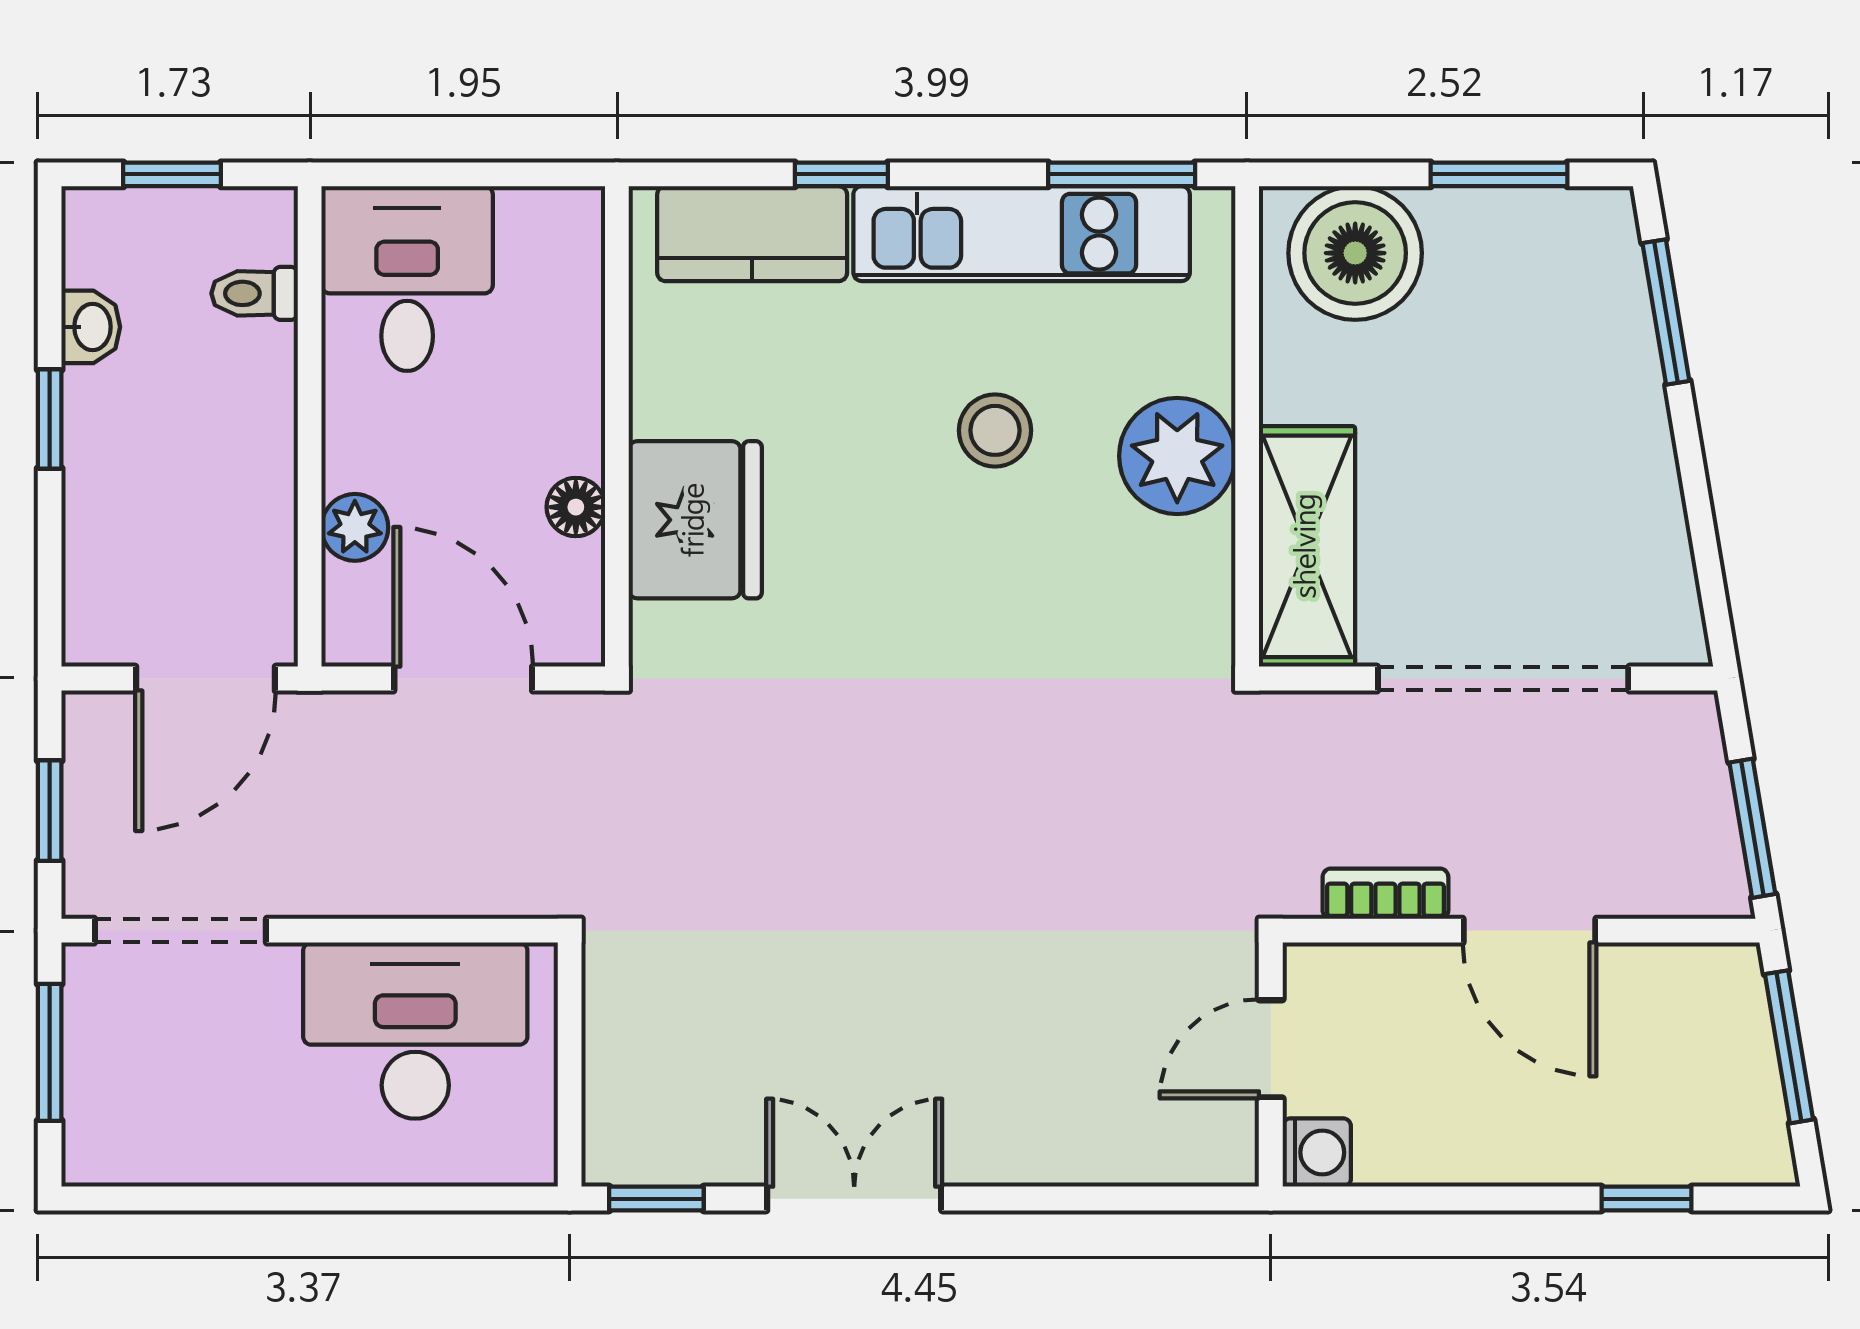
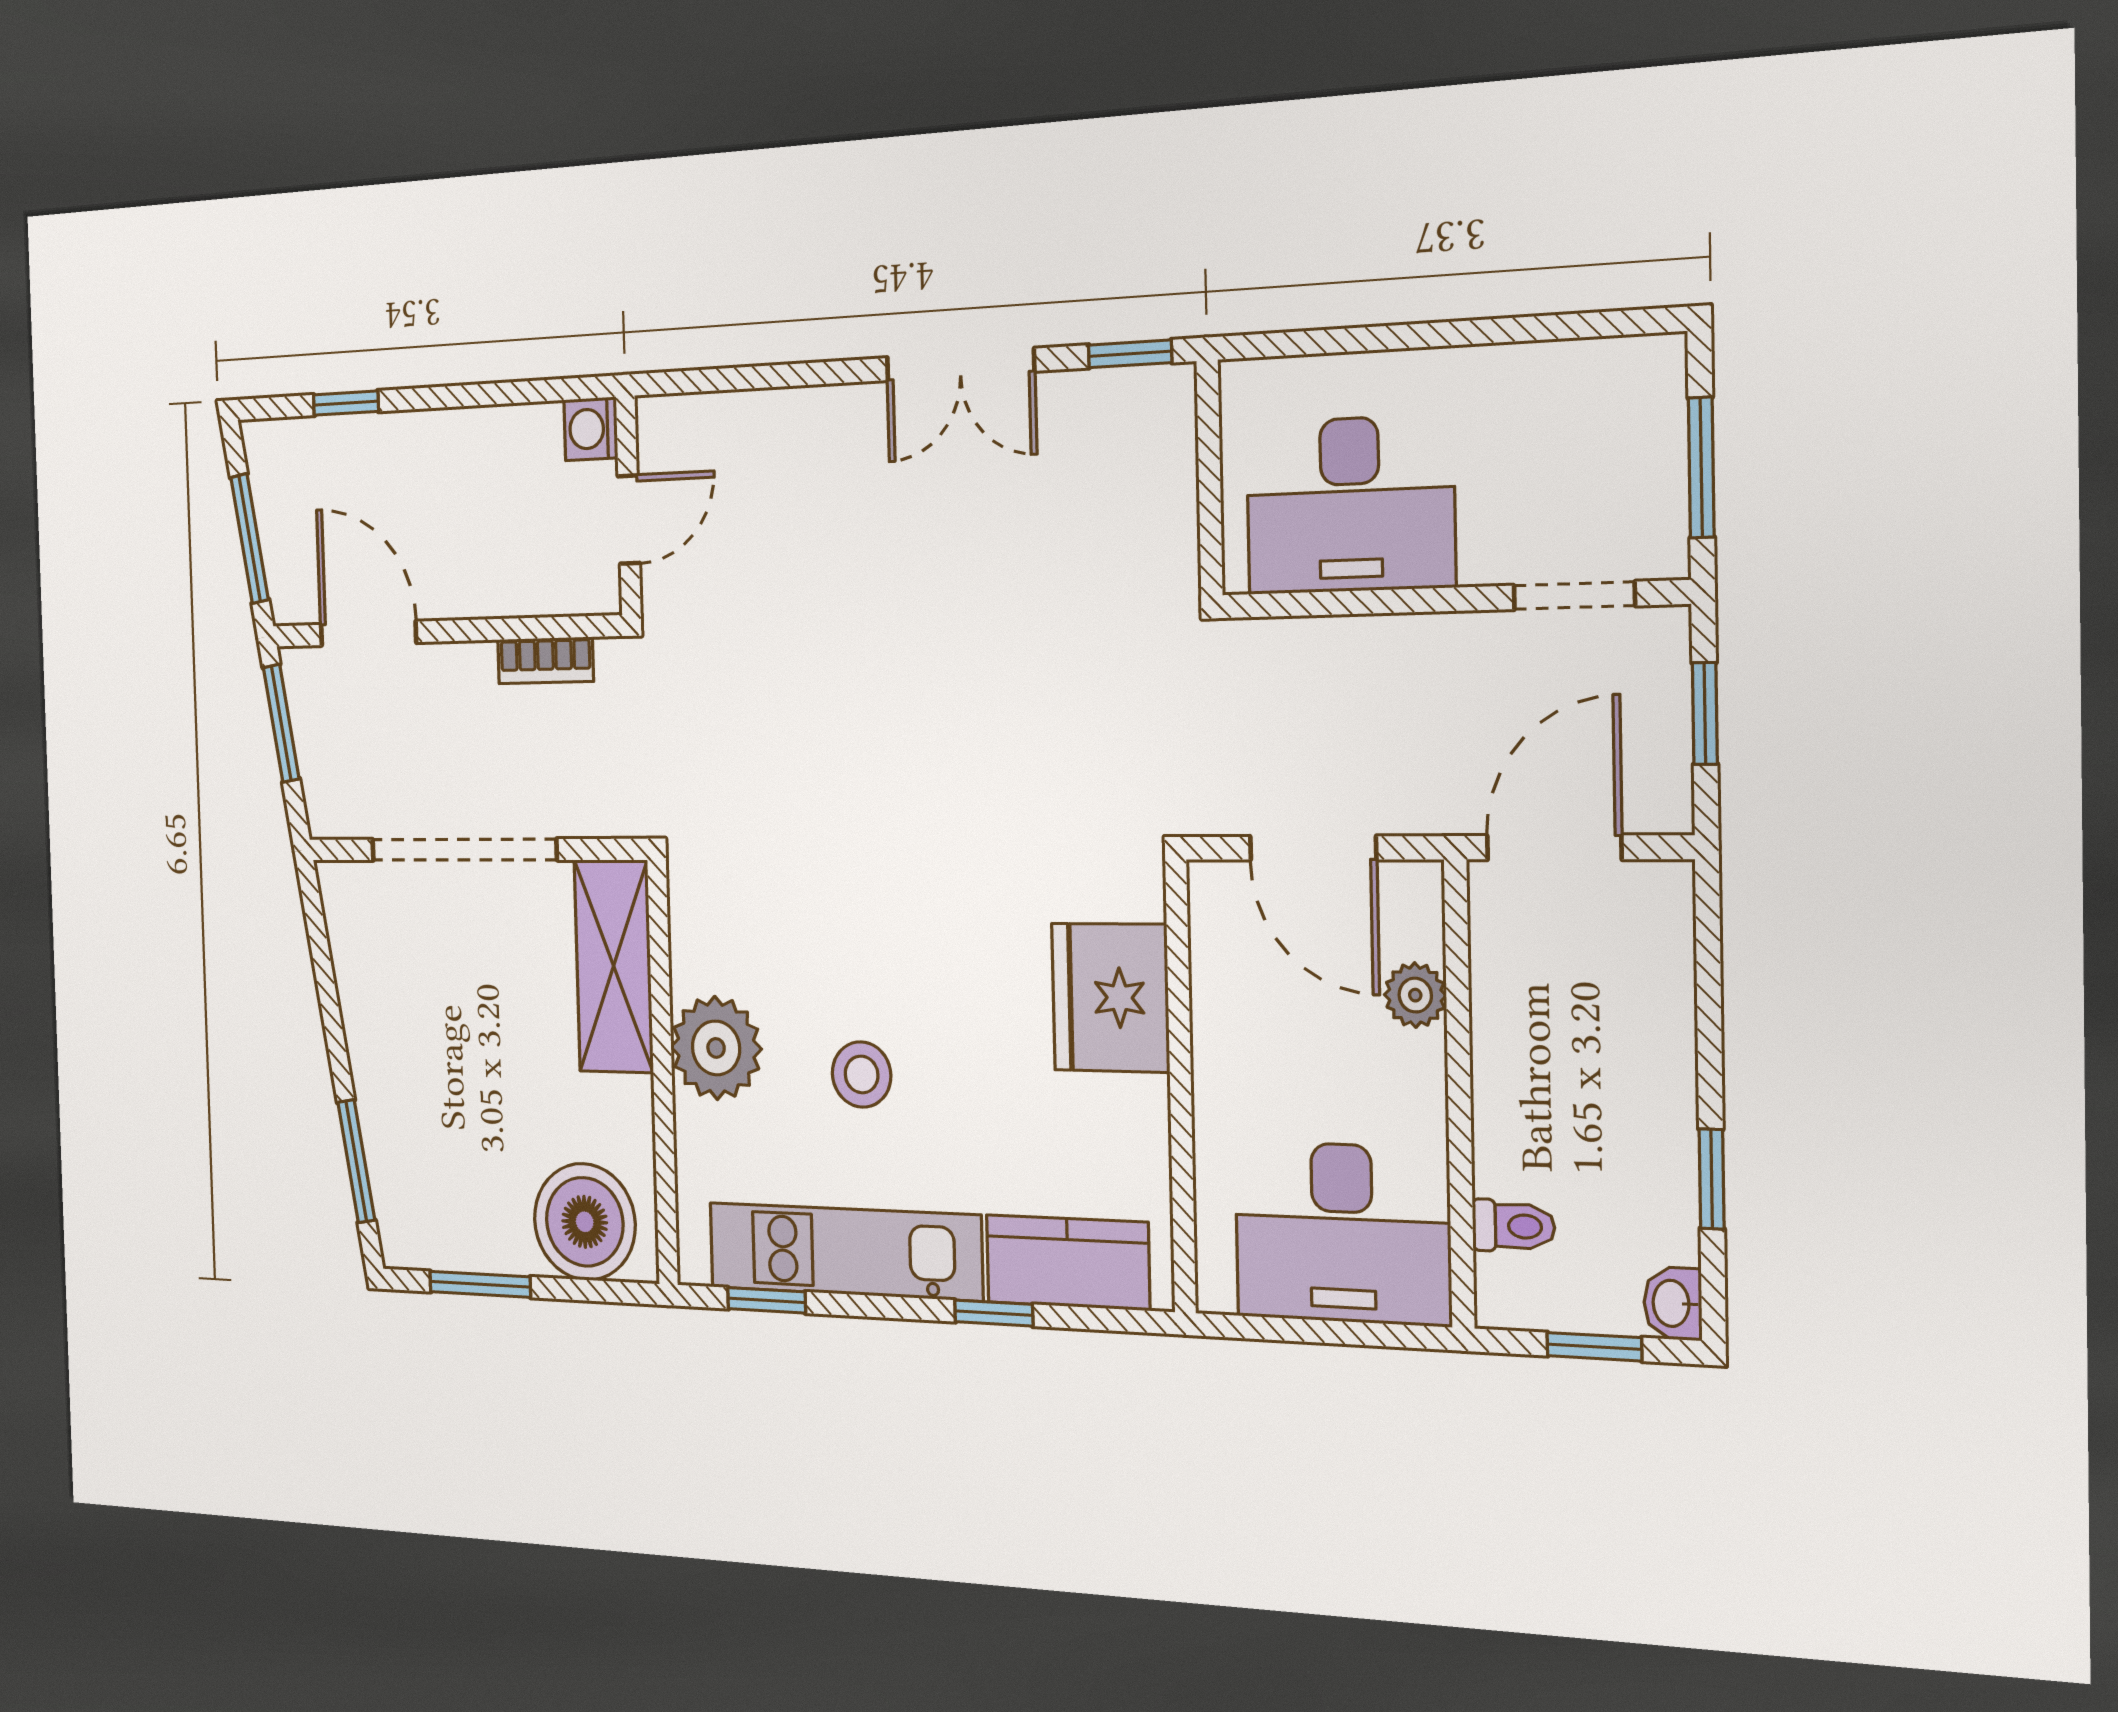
window: (1122, 174) -> (766, 1300), width x0.67
desk: (407, 279) -> (1342, 1233), width x1.37
washbasin: (91, 327) -> (1673, 1303), moved
window: (50, 419) -> (1712, 1179), moved
floor lamp: (576, 507) -> (1215, 1011), removed
doorway: (180, 931) -> (1574, 596), width x0.73
door: (1530, 931) -> (368, 633), moved

